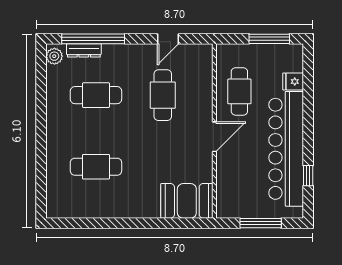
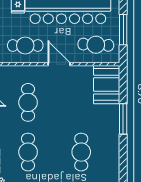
cafe table: (163, 95) -> (28, 102), turned 90
cafe table: (240, 186) -> (96, 45), added
window: (141, 223) -> (123, 119), added

